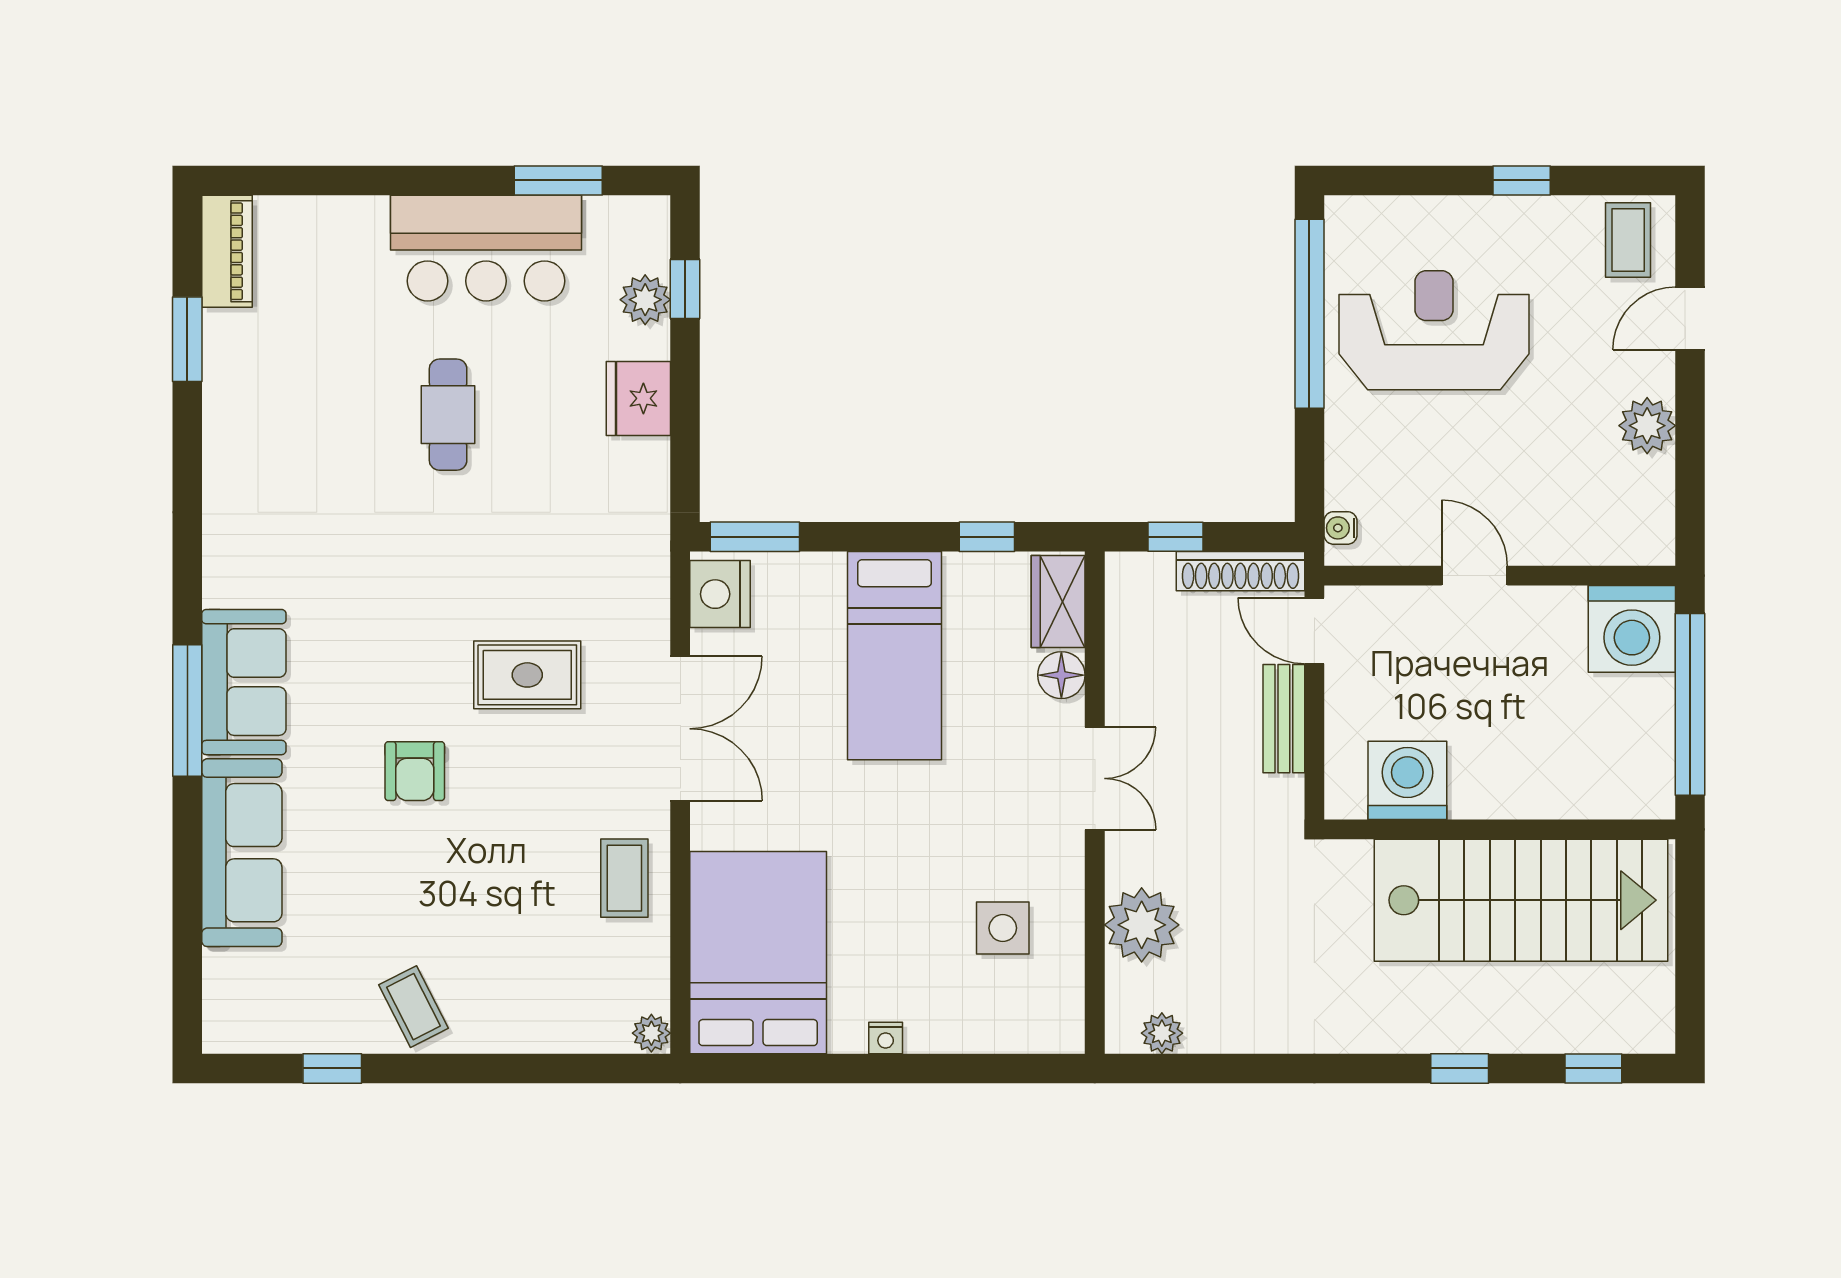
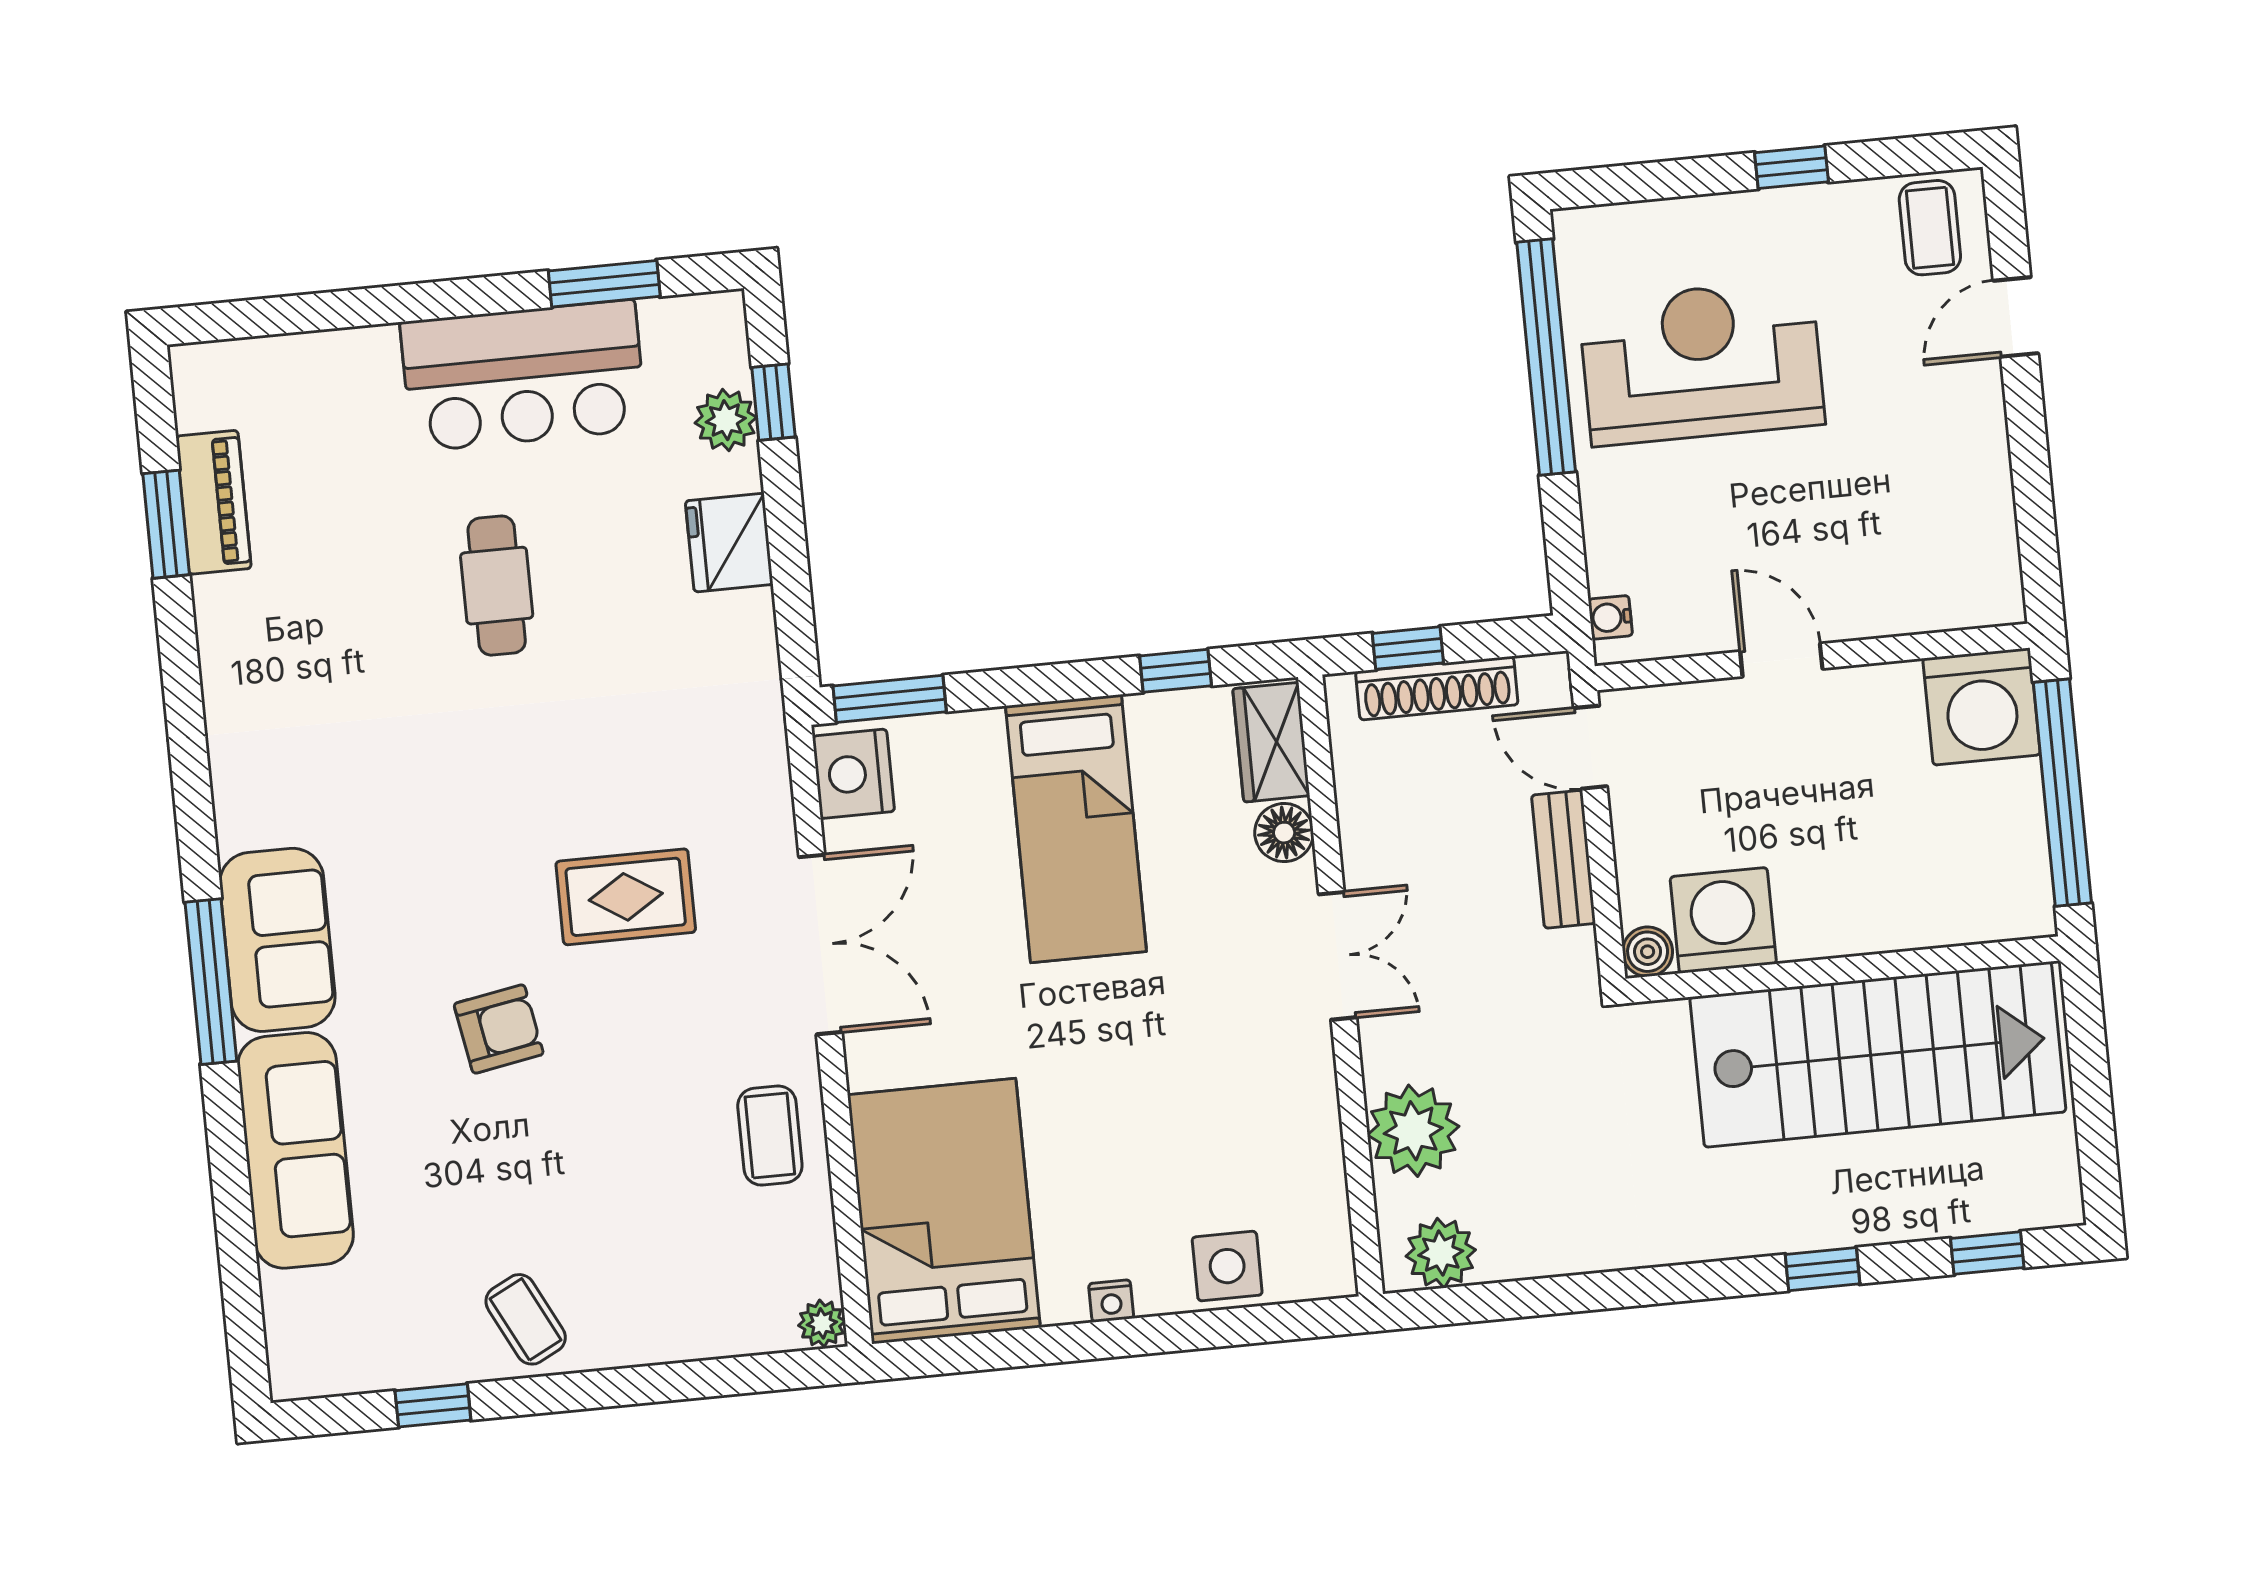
piano: (227, 251) -> (213, 502), moved
plant: (1647, 426) -> (1976, 454), removed
shoe rack: (1240, 571) -> (1437, 688), moved
armchair: (415, 771) -> (499, 1029), turned -100
boiler: (1344, 800) -> (1648, 952), added
side table: (1003, 928) -> (1227, 1266), moved
plant: (1162, 1033) -> (1441, 1253), width x1.38, depth x1.38

